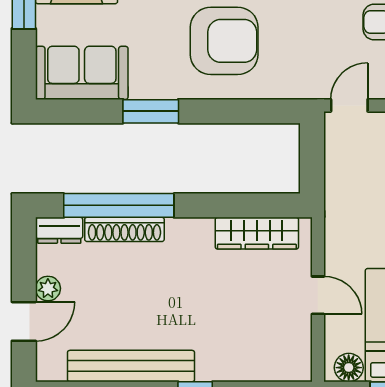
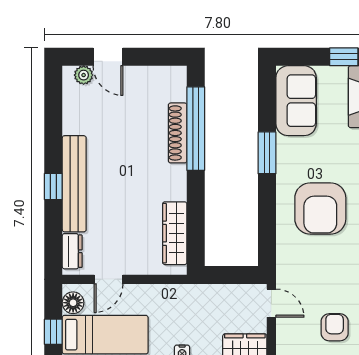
dresser: (59, 230) -> (72, 251), moved, turned 180
plant: (48, 288) -> (84, 75), moved
door: (318, 295) -> (109, 279), moved
bench: (131, 366) -> (74, 184), moved

